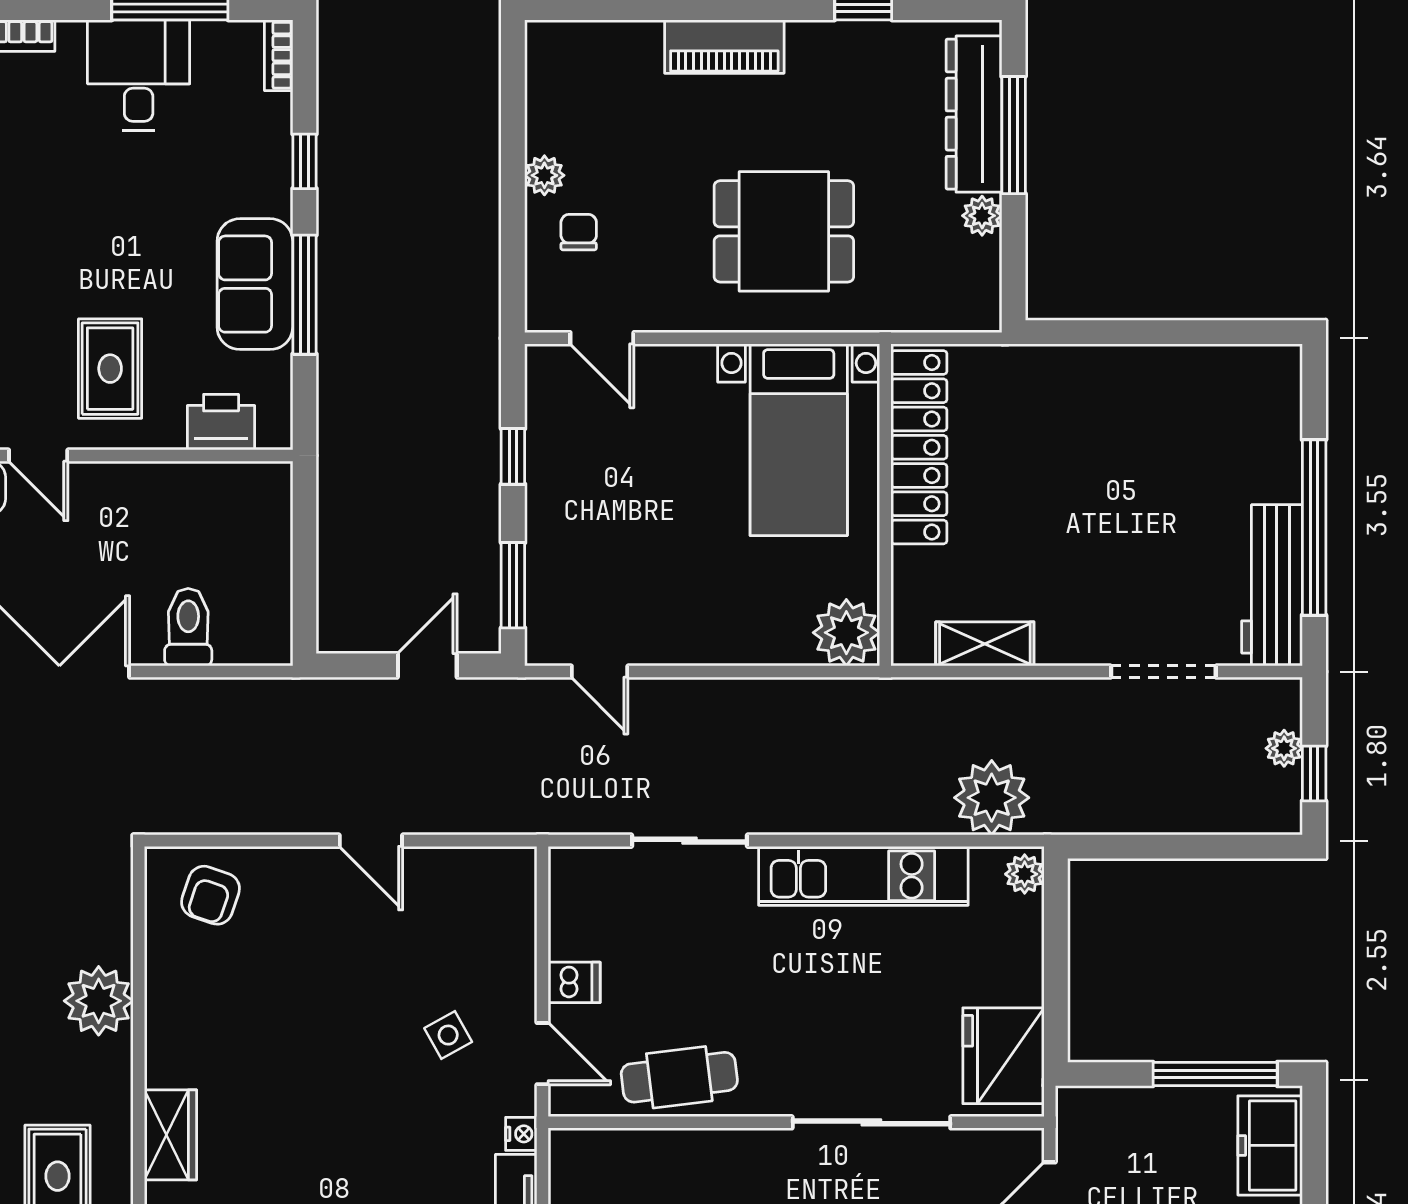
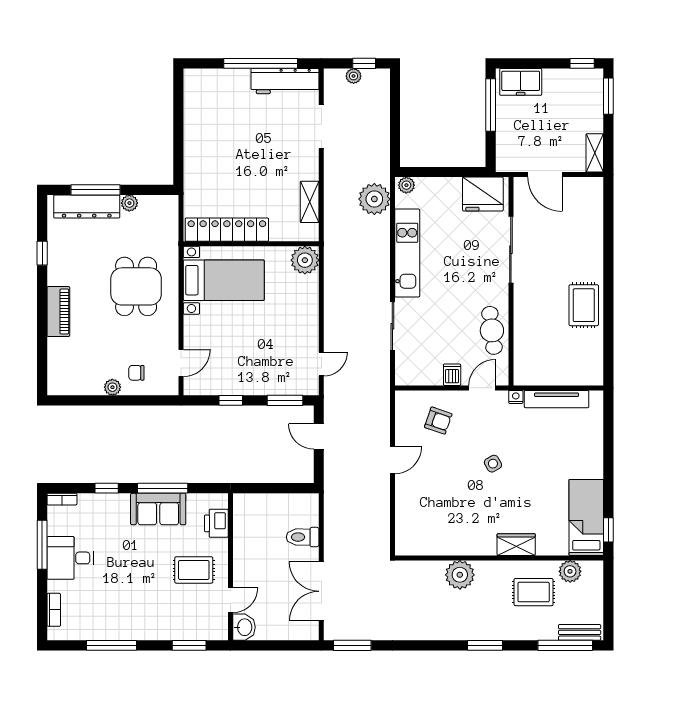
armchair: (210, 895) -> (438, 421), moved
side table: (448, 1035) -> (493, 464), moved

